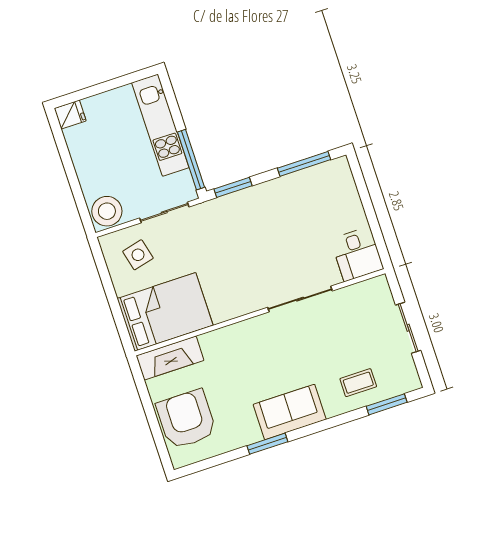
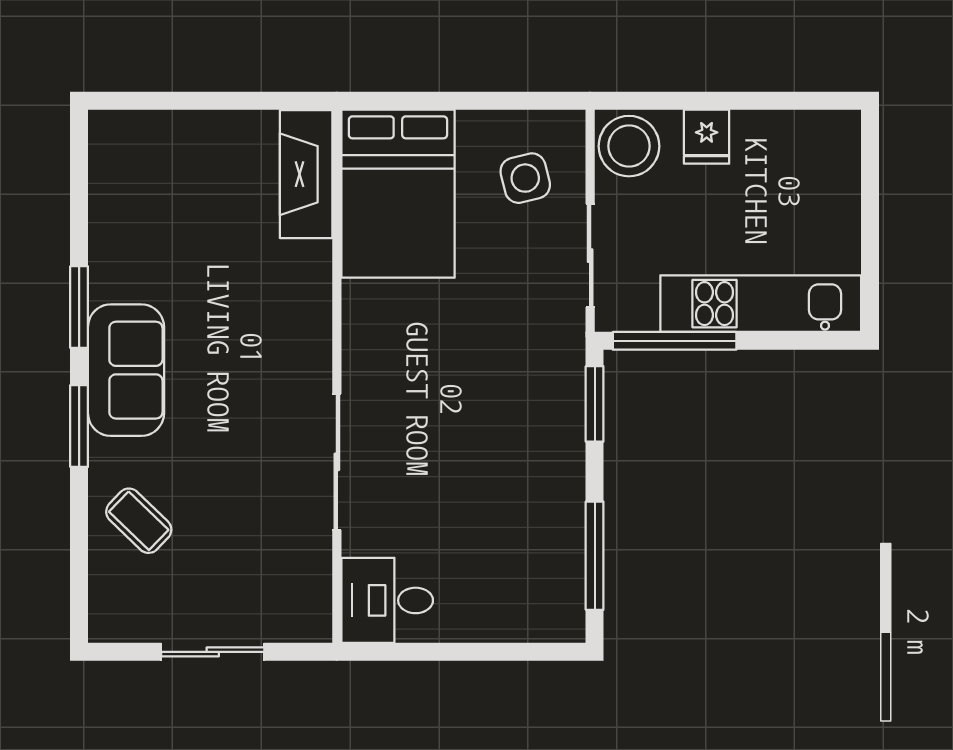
fridge: (70, 115) -> (707, 137), moved
coffee table: (358, 383) -> (139, 521), turned -46
window: (387, 404) -> (79, 426), moved
armchair: (186, 419) -> (178, 167), removed

